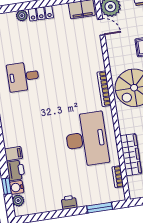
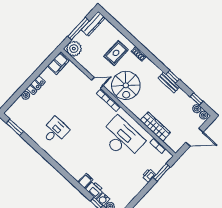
door: (101, 27) -> (97, 83), moved
desk: (23, 77) -> (55, 131), turned 180
printer: (69, 202) -> (149, 175), moved

